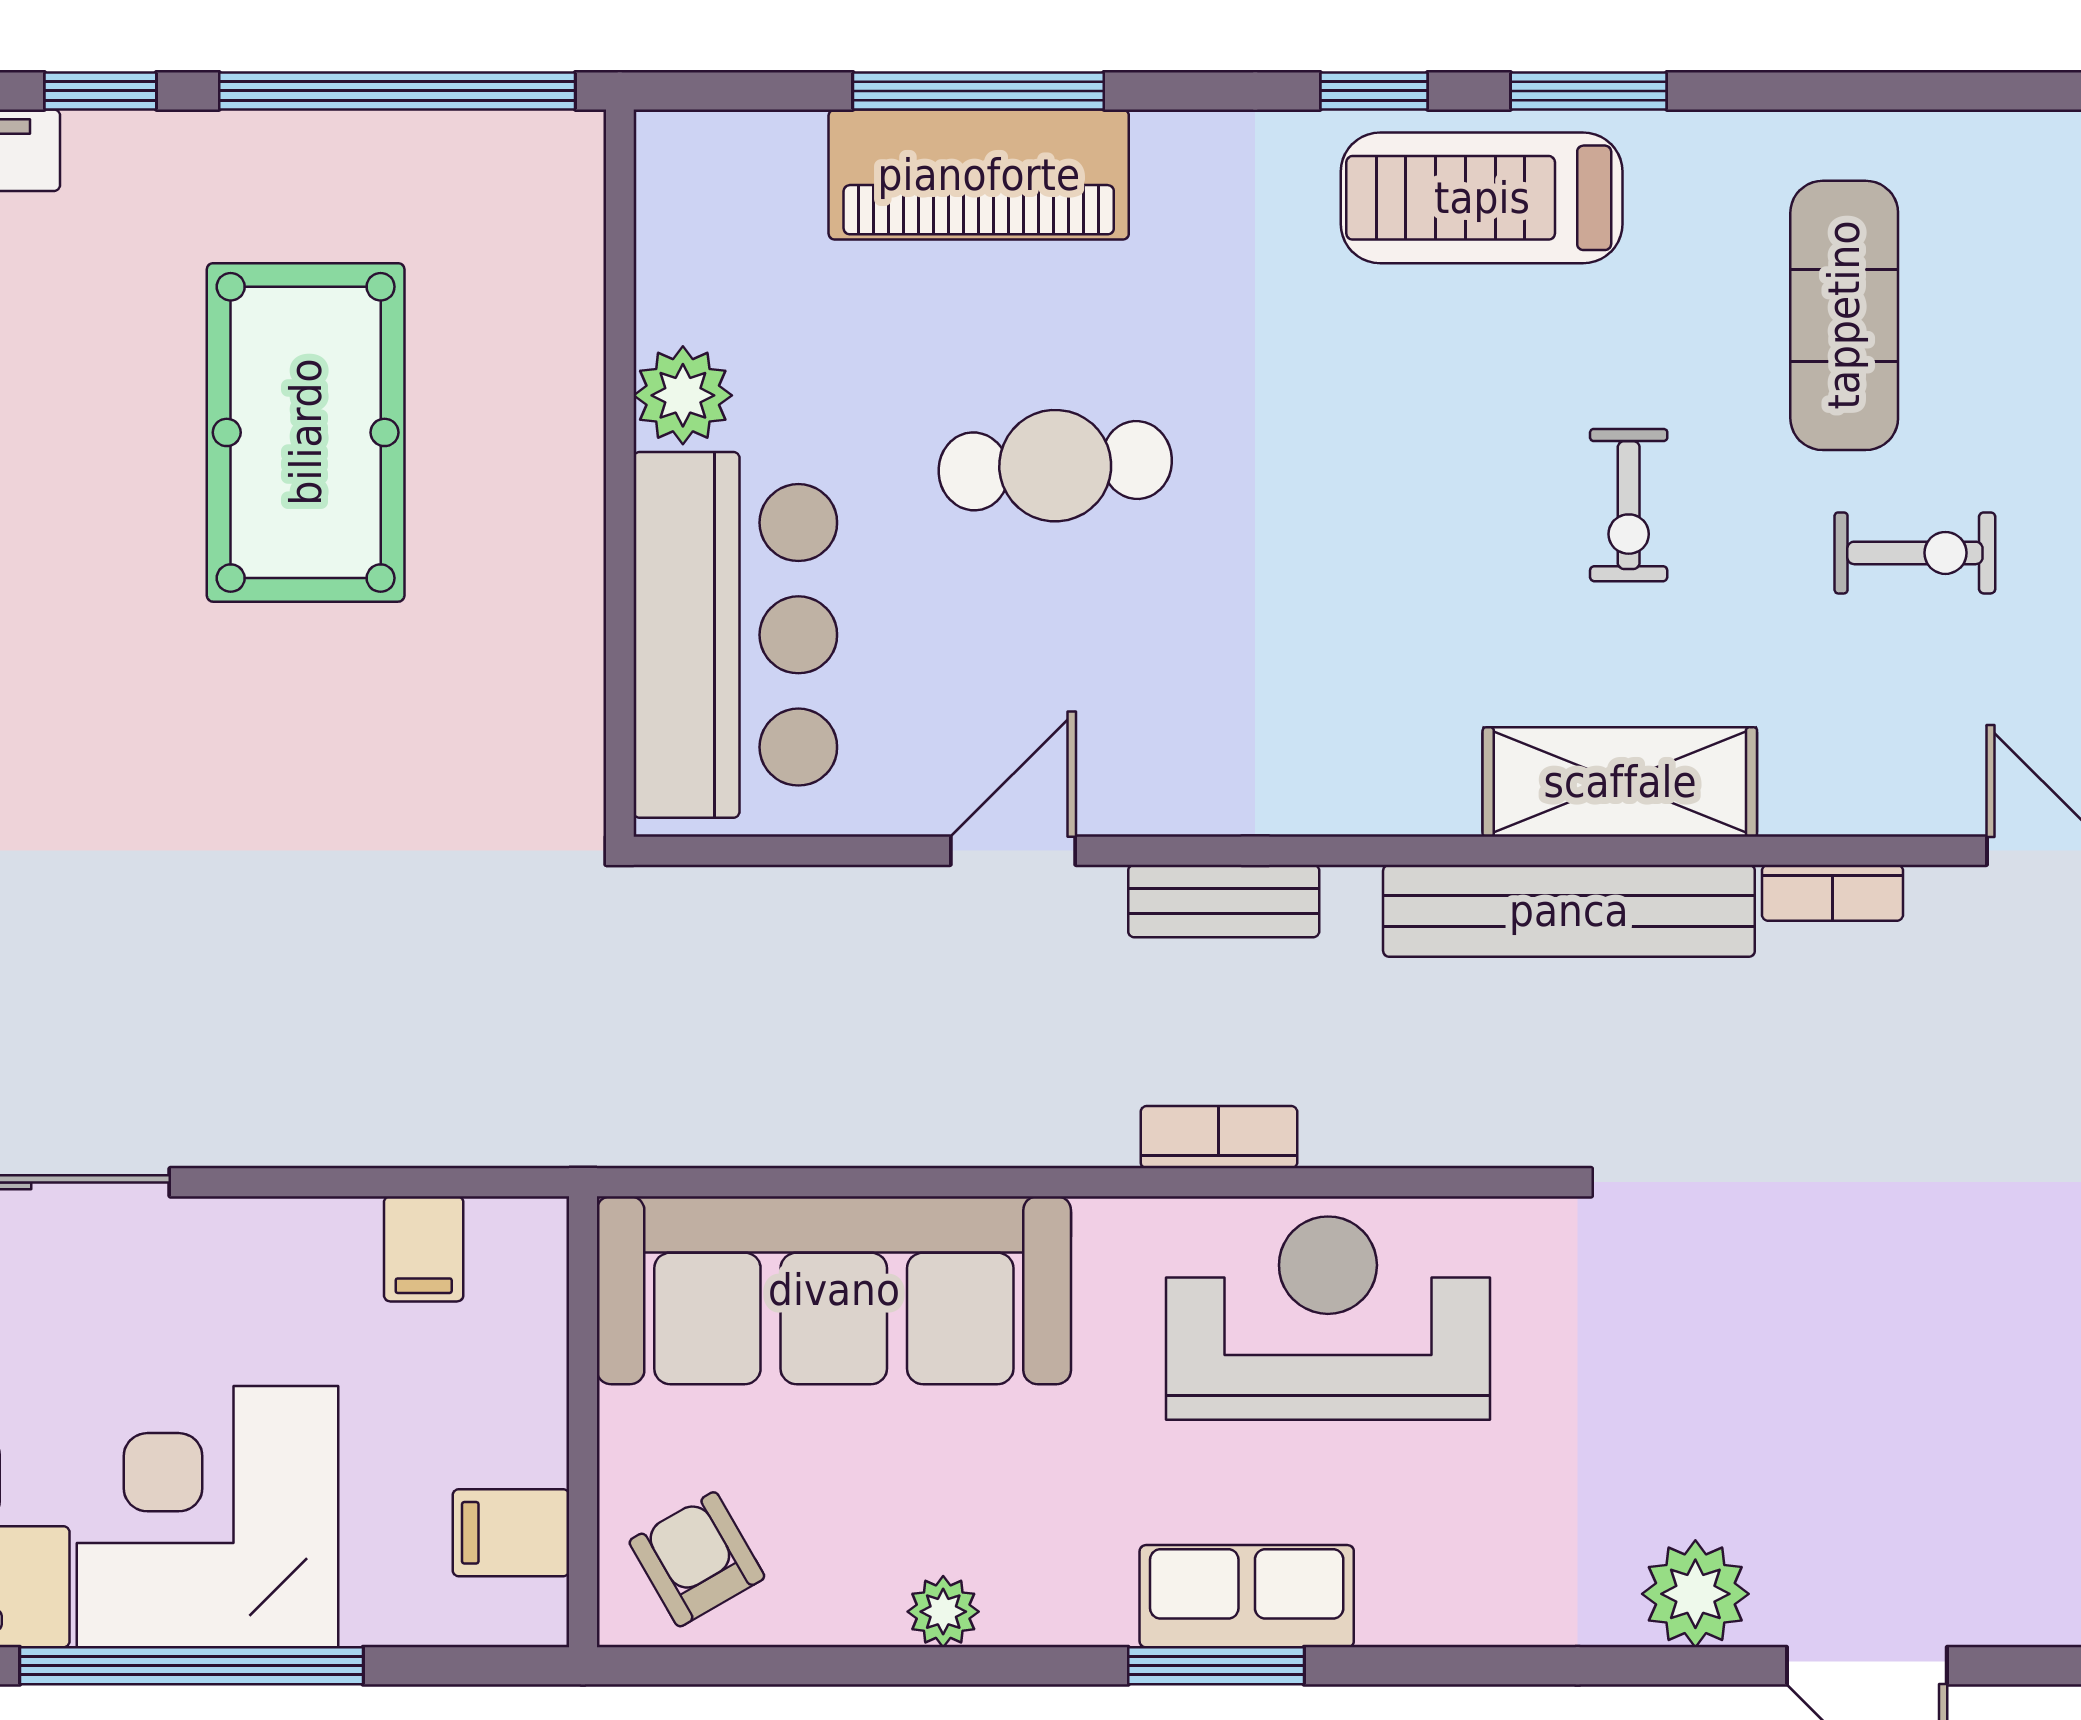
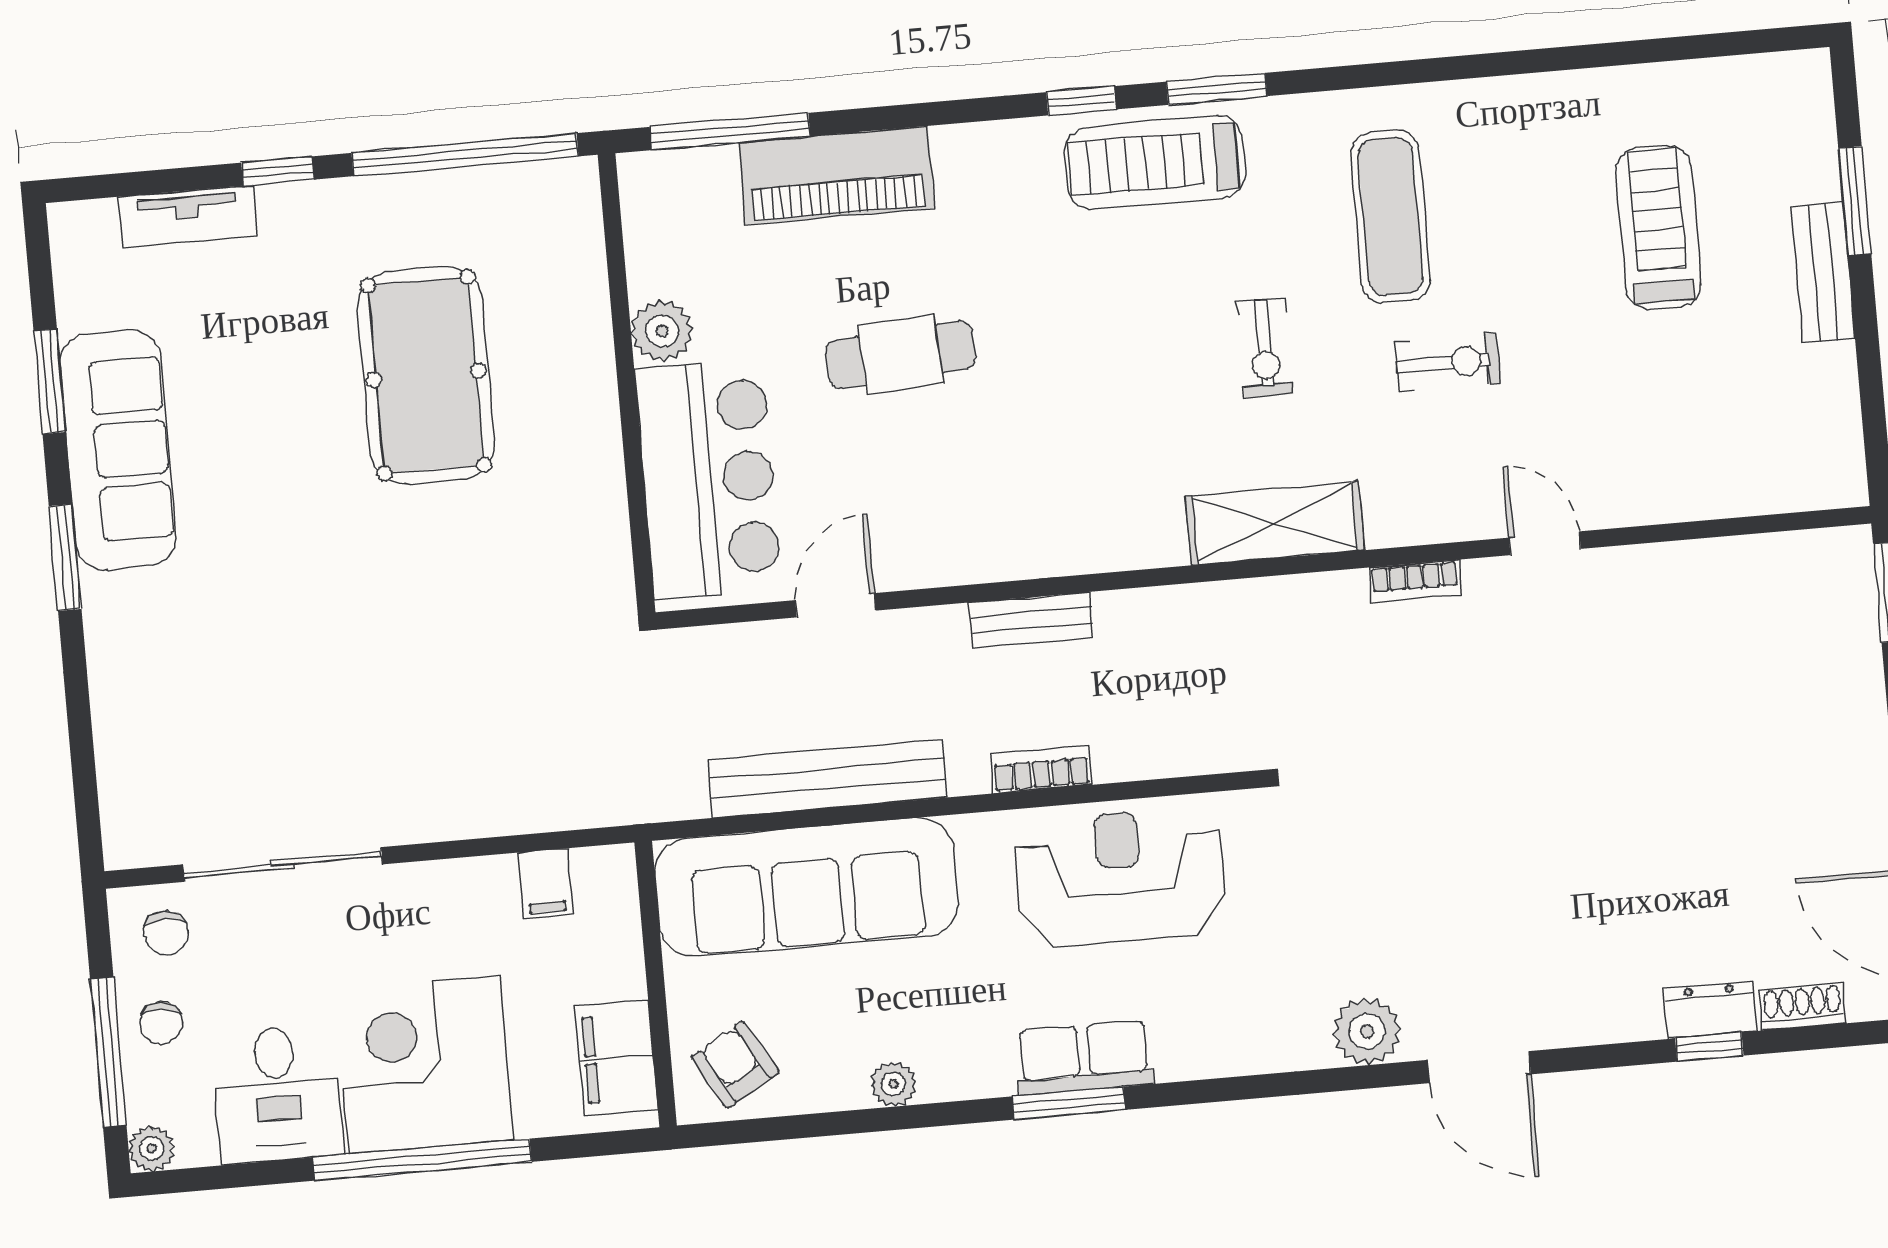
window: (978, 91) -> (730, 131), moved
door: (1013, 851) -> (836, 605), moved
bench: (1569, 911) -> (828, 779), moved
filing cabinet: (511, 1533) -> (616, 1058), width x2.00

